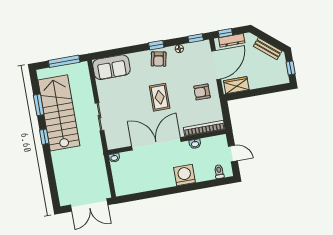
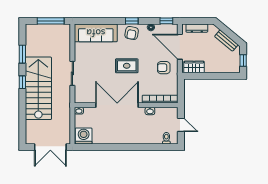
window: (225, 33) -> (193, 21), removed
door: (216, 65) -> (180, 47), swing flipped
sofa: (111, 67) -> (96, 33), width x1.36
rug: (160, 97) -> (127, 66), turned 90
stairs: (59, 113) -> (38, 88), moved
washing machine: (184, 175) -> (84, 136), moved

